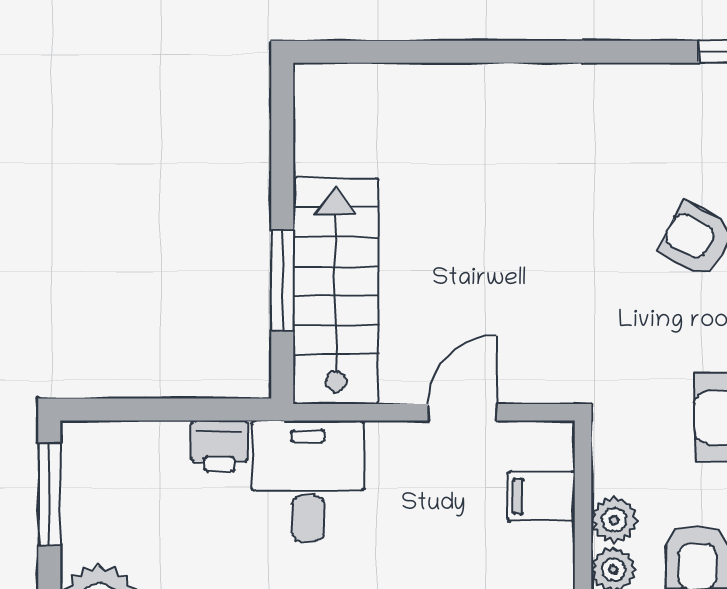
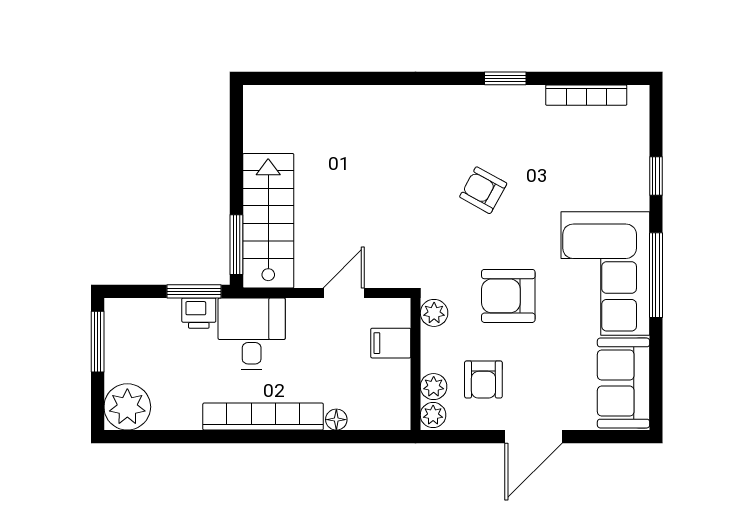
window: (282, 280) -> (236, 245), moved
window: (211, 410) -> (194, 291), added
plant: (614, 520) -> (434, 313), moved

